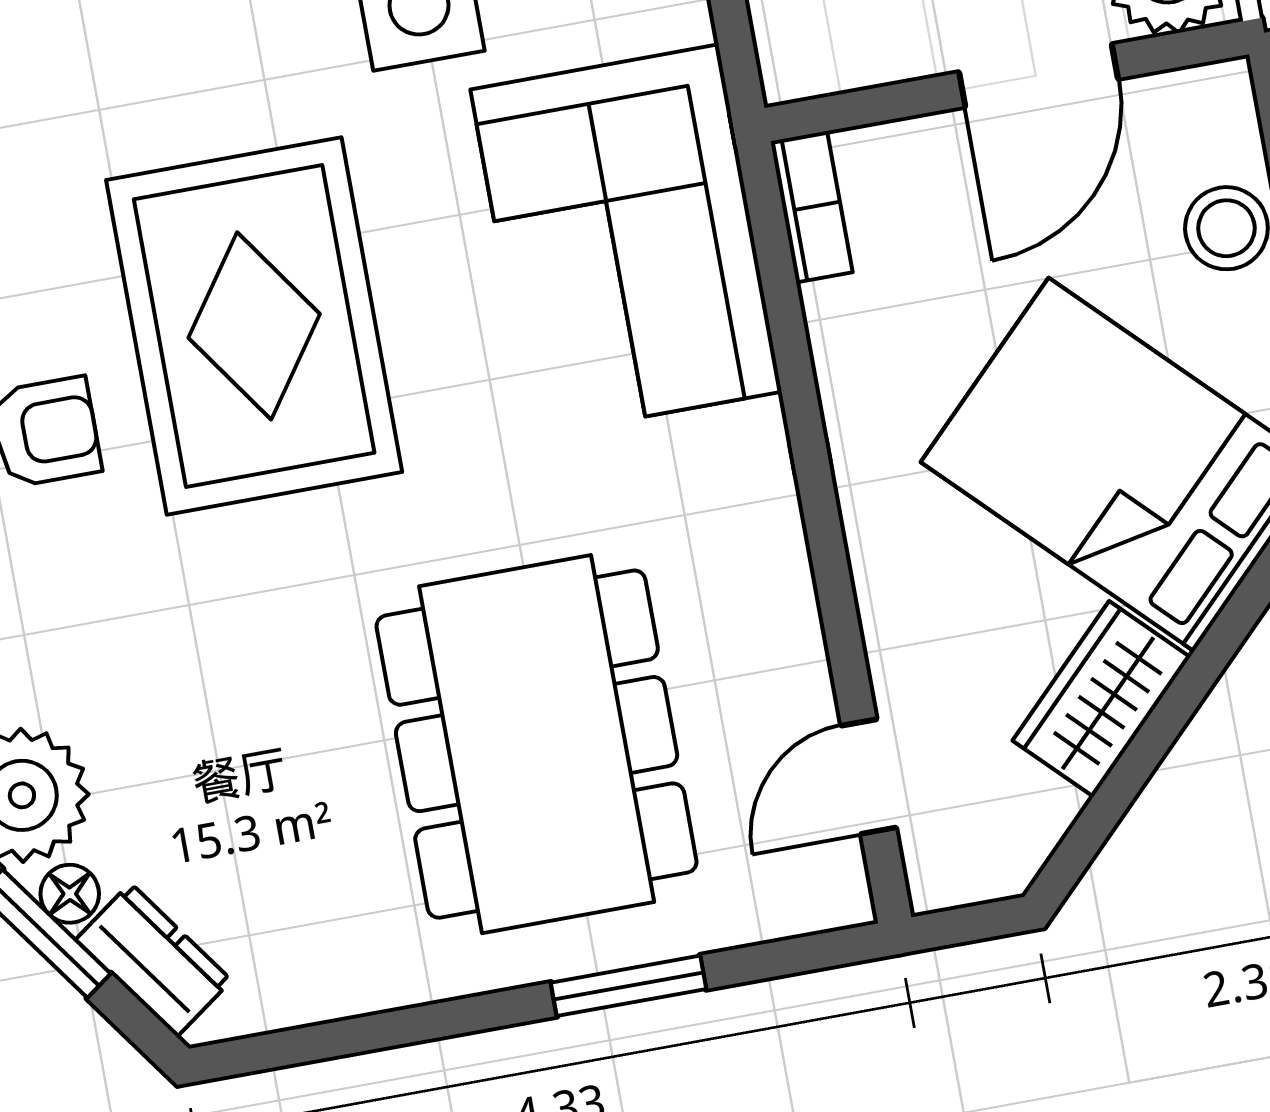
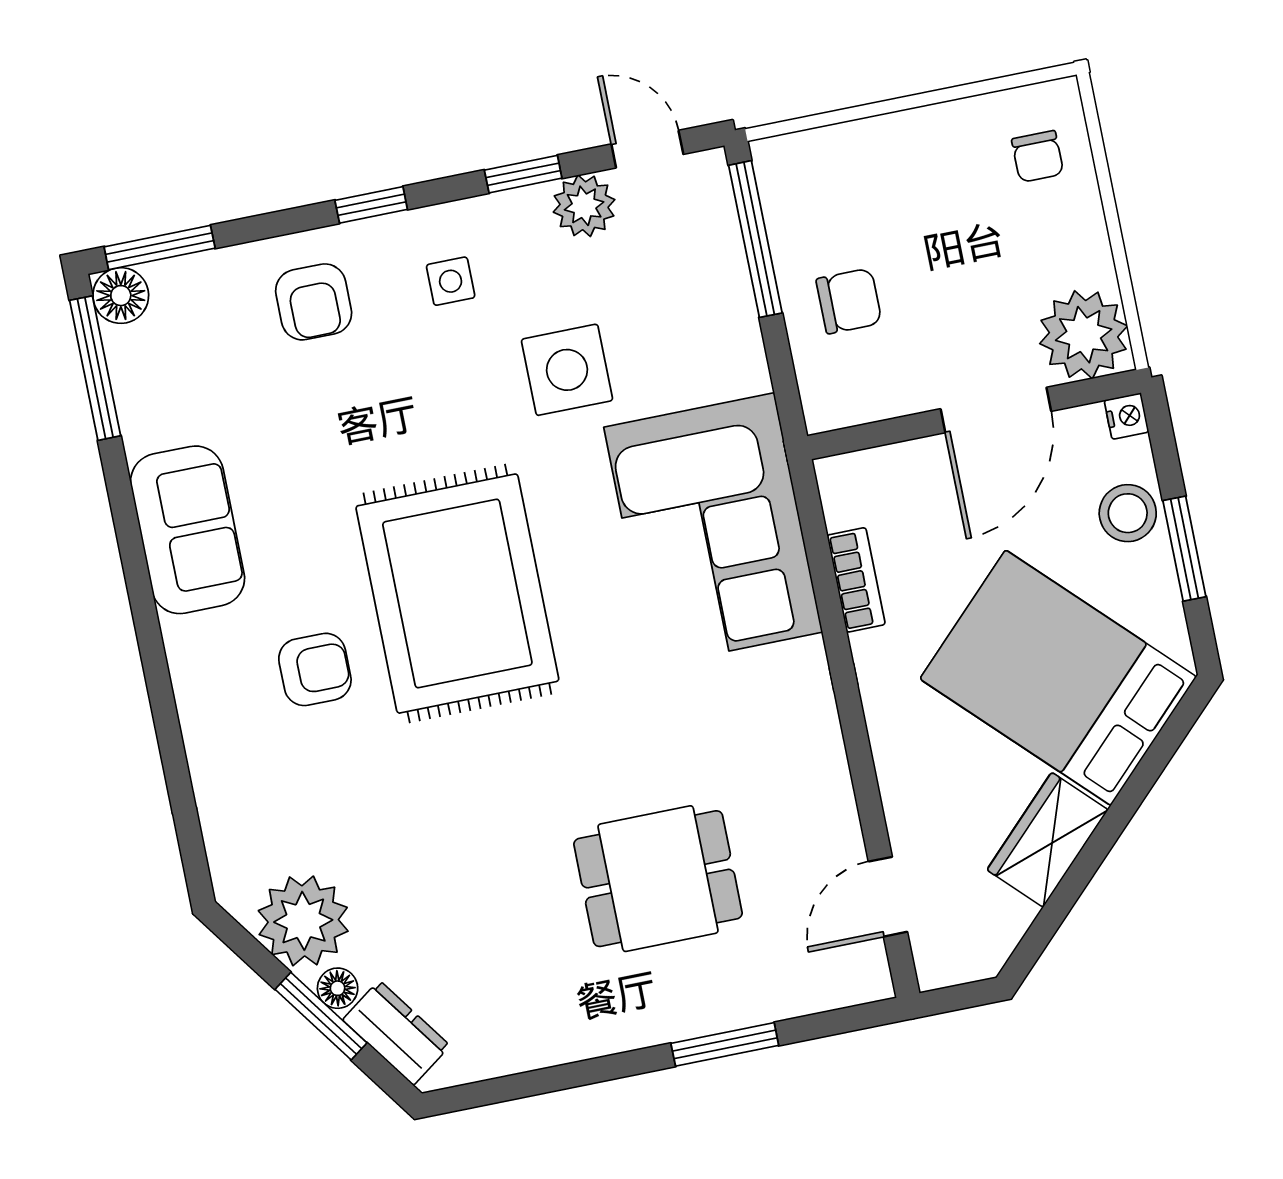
nightstand: (1227, 88) -> (1127, 416), added
bookcase: (811, 207) -> (856, 580), moved
dining table: (537, 744) -> (658, 879), width x0.53, depth x0.80

